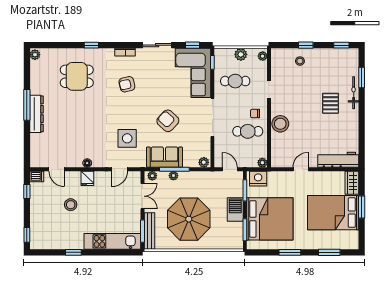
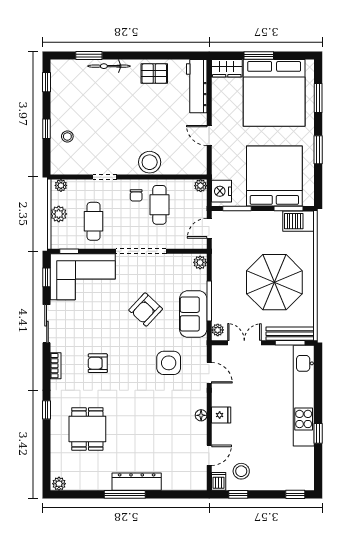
armchair: (127, 84) -> (98, 363), turned 103
pallet: (330, 103) -> (154, 74), moved
plant: (173, 176) -> (218, 302), removed
stool: (71, 205) -> (241, 471), moved
barbecue: (235, 209) -> (299, 221), moved
bed: (333, 213) -> (274, 93), width x1.36
kitchen unit: (112, 241) -> (304, 396), width x1.36

